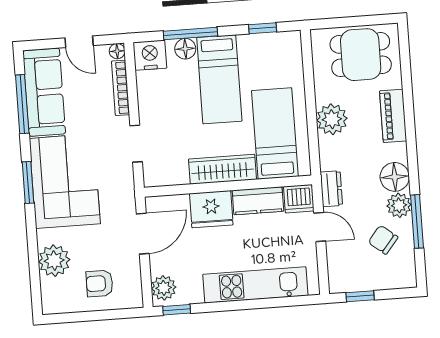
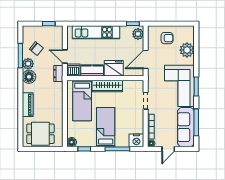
door: (79, 42) -> (168, 149), swing flipped
floor lamp: (185, 49) -> (72, 142), moved
plant: (332, 119) -> (56, 105), removed

